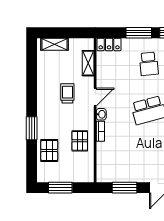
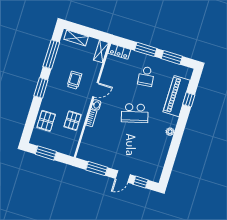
shelving: (88, 63) -> (101, 51), moved
window: (32, 72) -> (51, 54), added
window: (32, 128) -> (41, 88), moved

